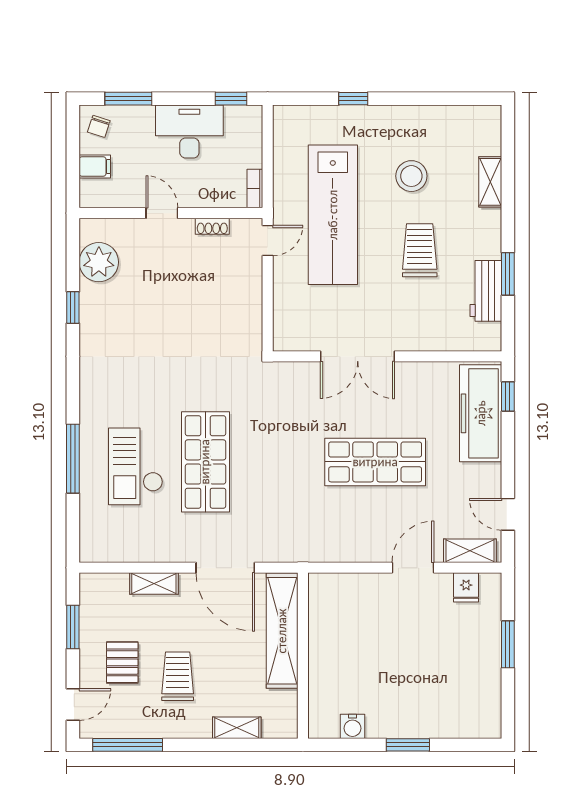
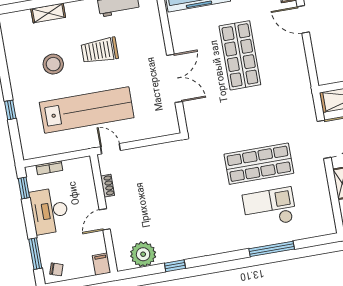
filing cabinet: (95, 166) -> (101, 264), moved
bookcase: (255, 189) -> (49, 168), moved
checkout: (136, 466) -> (269, 208), turned 180

